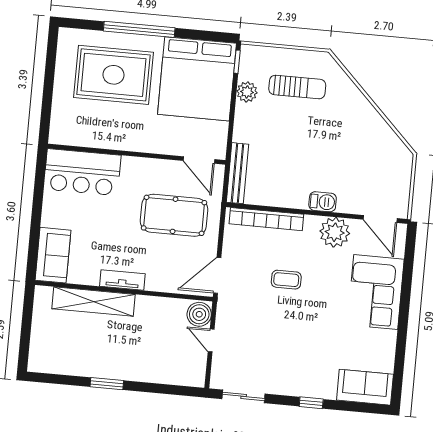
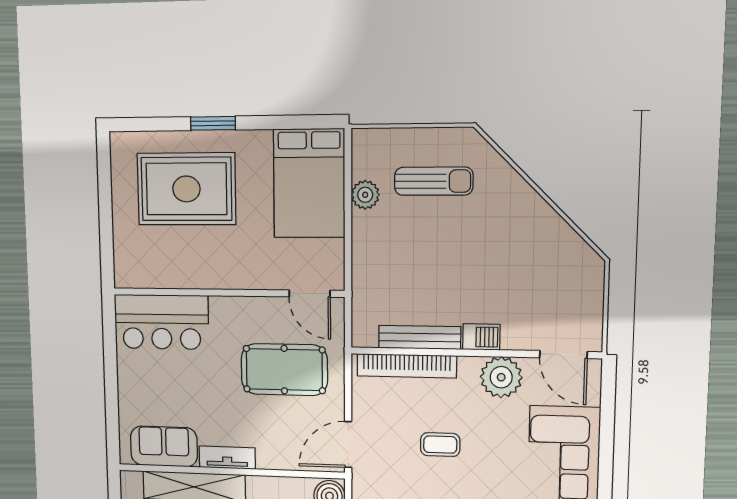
window: (139, 29) -> (213, 123), width x0.47
window: (237, 62) -> (348, 154), removed
bed: (197, 79) -> (309, 183), width x0.73
bench: (237, 173) -> (420, 337), moved, turned 90
sofa: (53, 255) -> (164, 446), moved, turned -90

